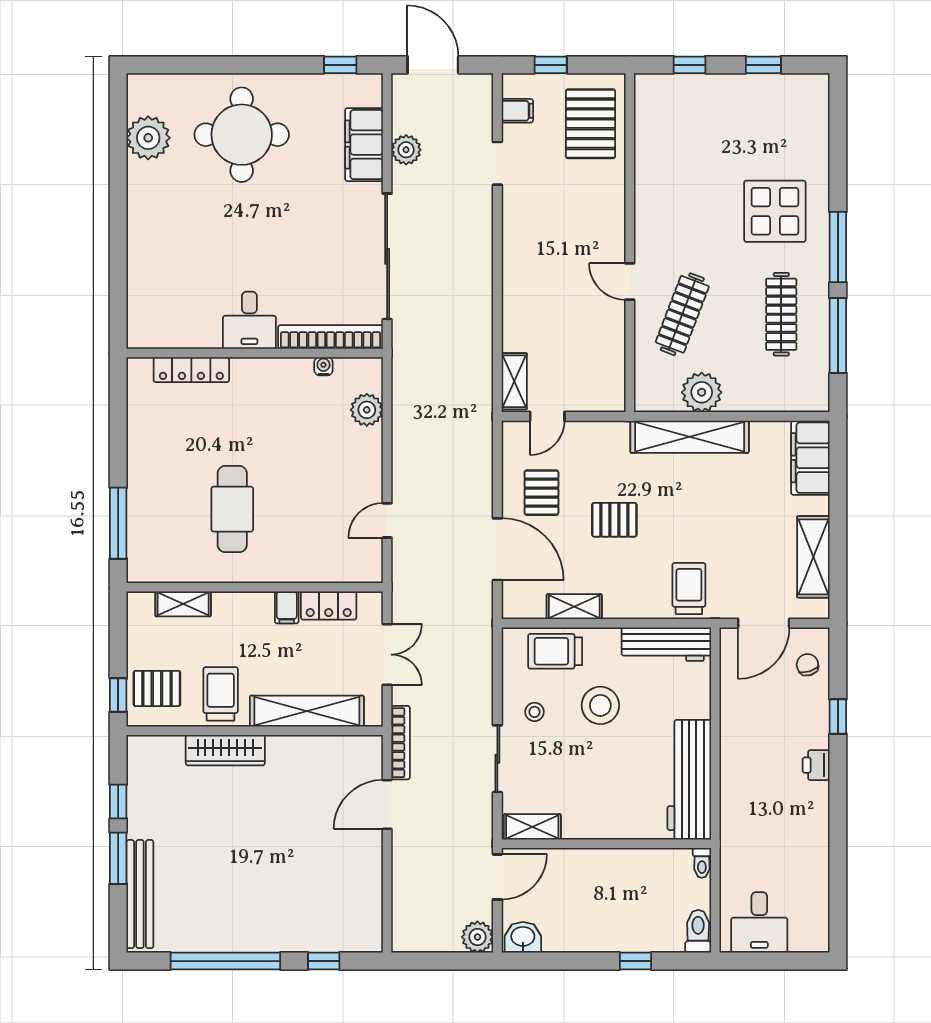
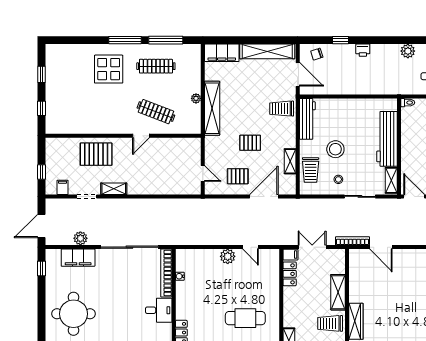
pallet: (591, 124) -> (96, 154), moved
shelving: (514, 381) -> (114, 189), moved
plant: (702, 392) -> (196, 98), width x0.53, depth x0.53
plant: (367, 410) -> (228, 256), moved
pallet: (614, 520) -> (250, 143), turned 90
shelving: (813, 557) -> (267, 51), width x1.47
filing cabinet: (287, 607) -> (290, 255), moved
shelving: (307, 711) -> (338, 292), width x0.68
workbench: (689, 780) -> (387, 139), moved, turned 90
plant: (814, 863) -> (408, 51), added

